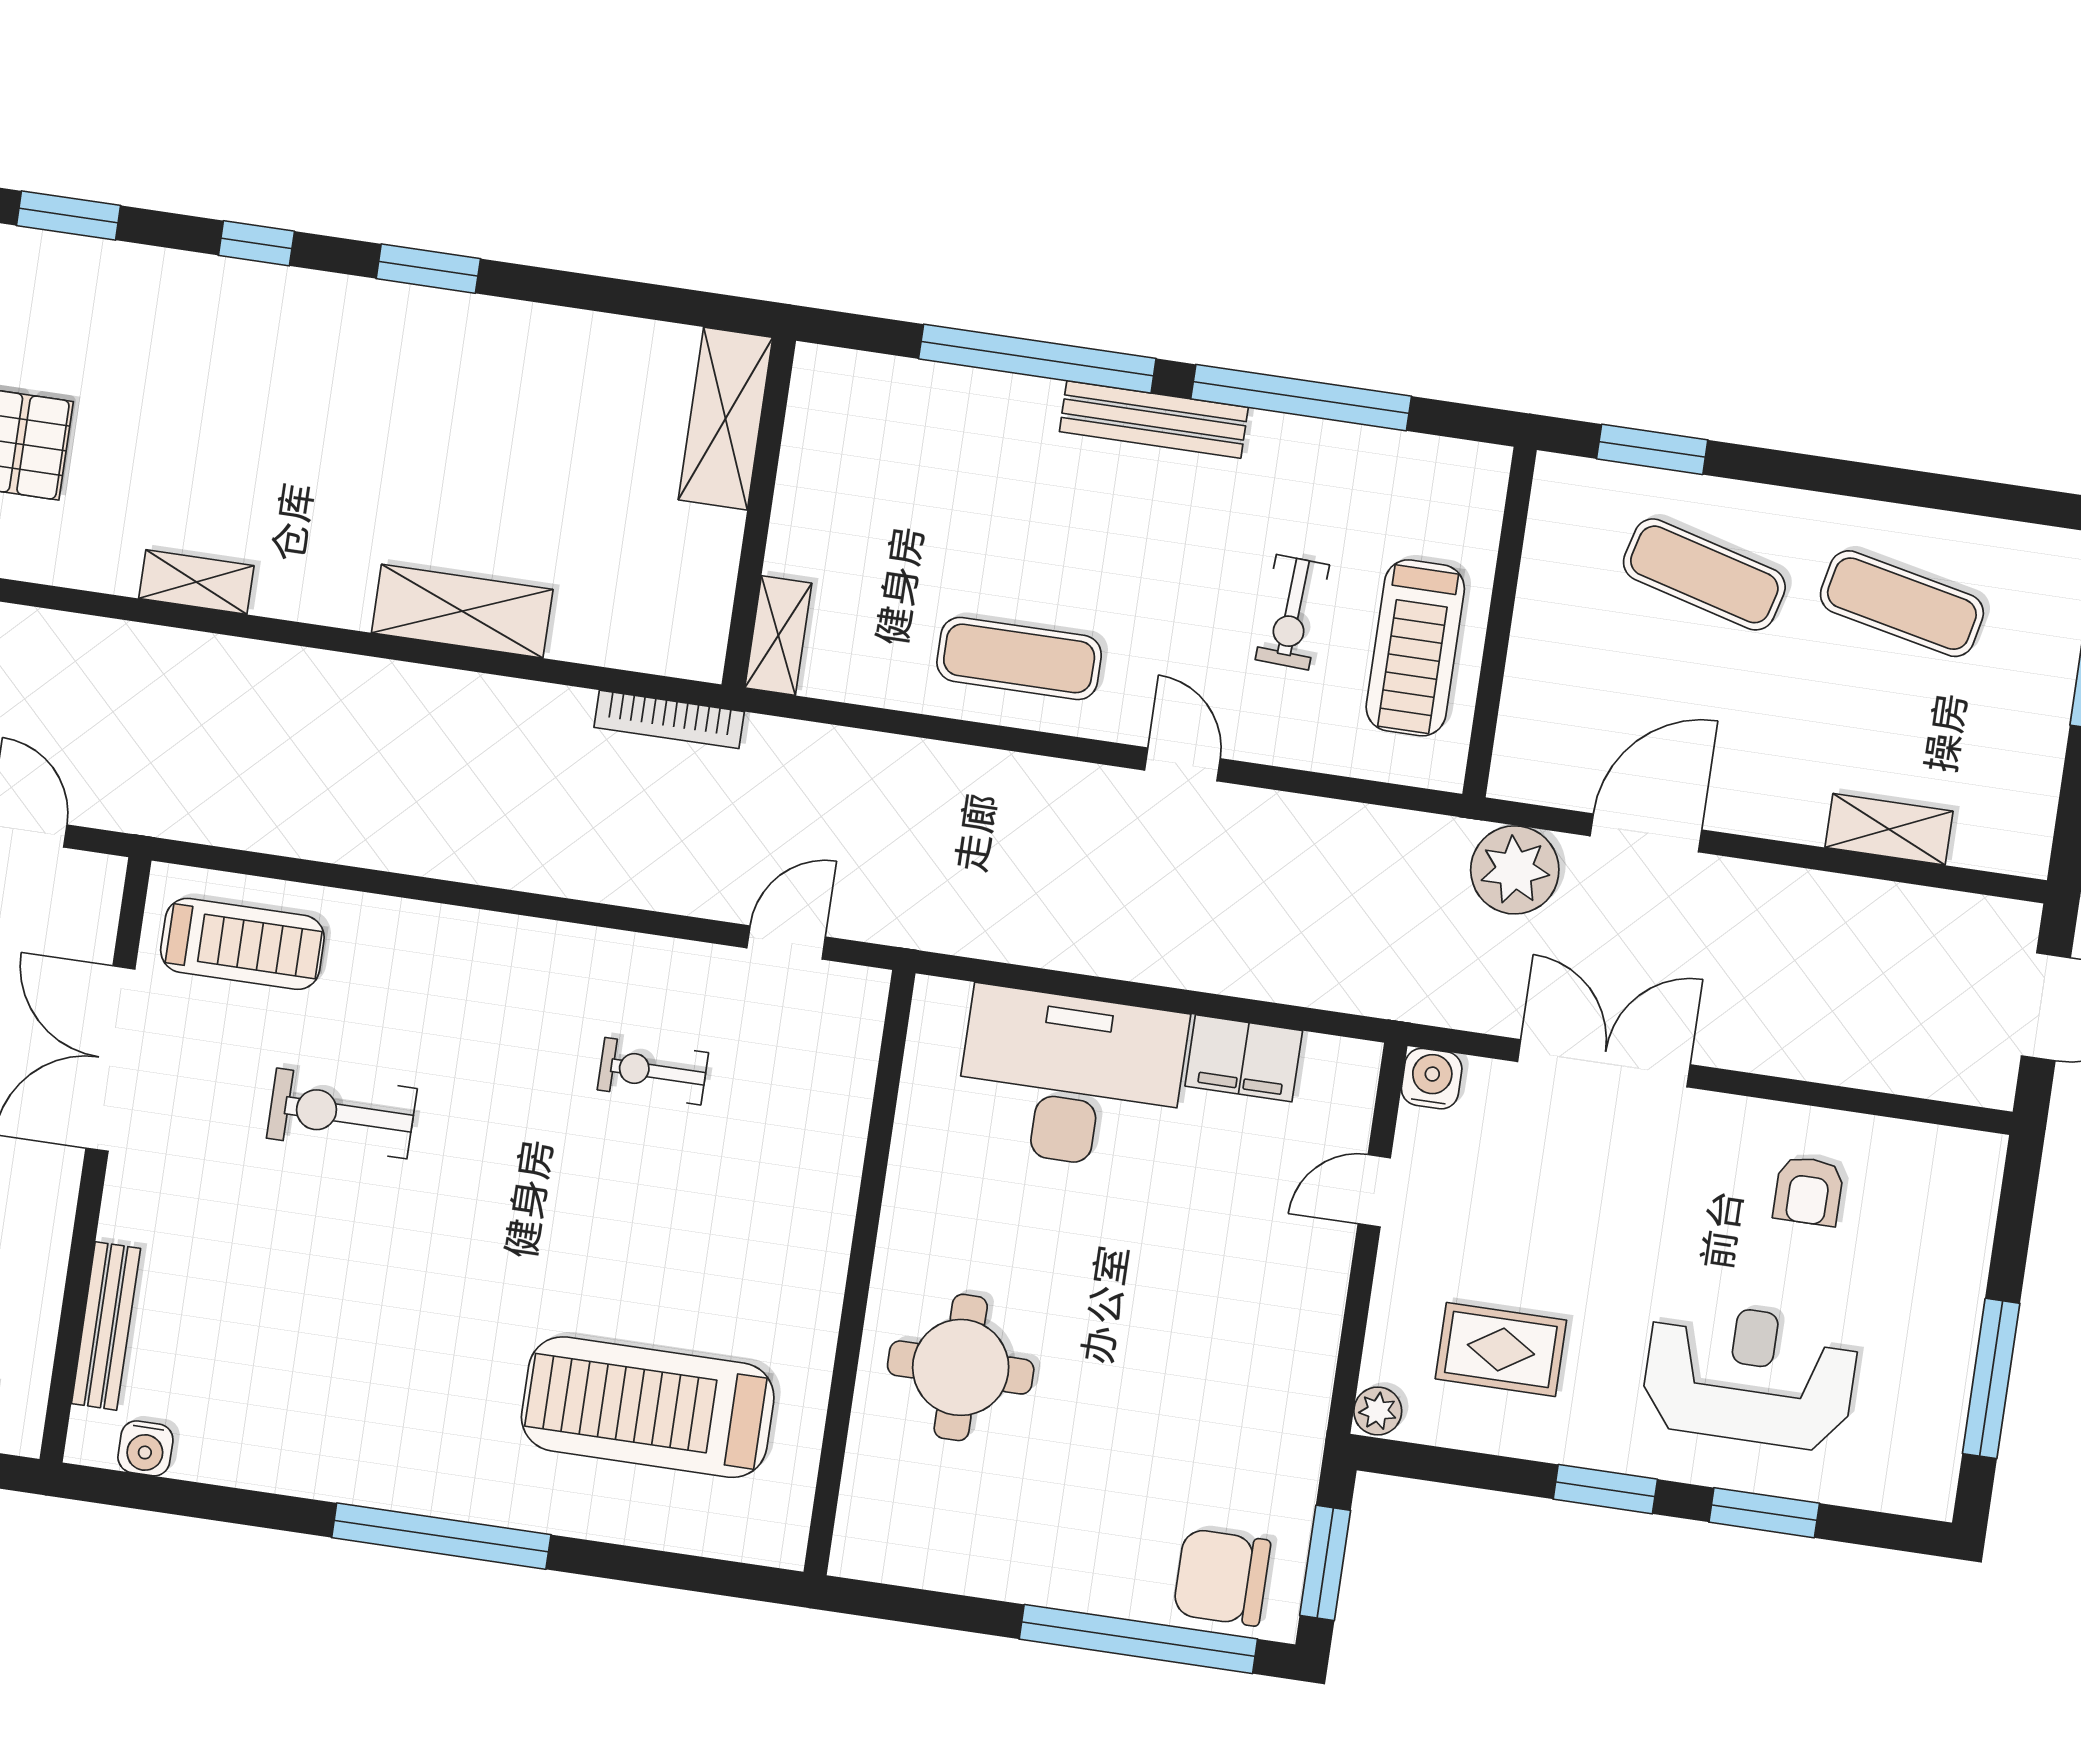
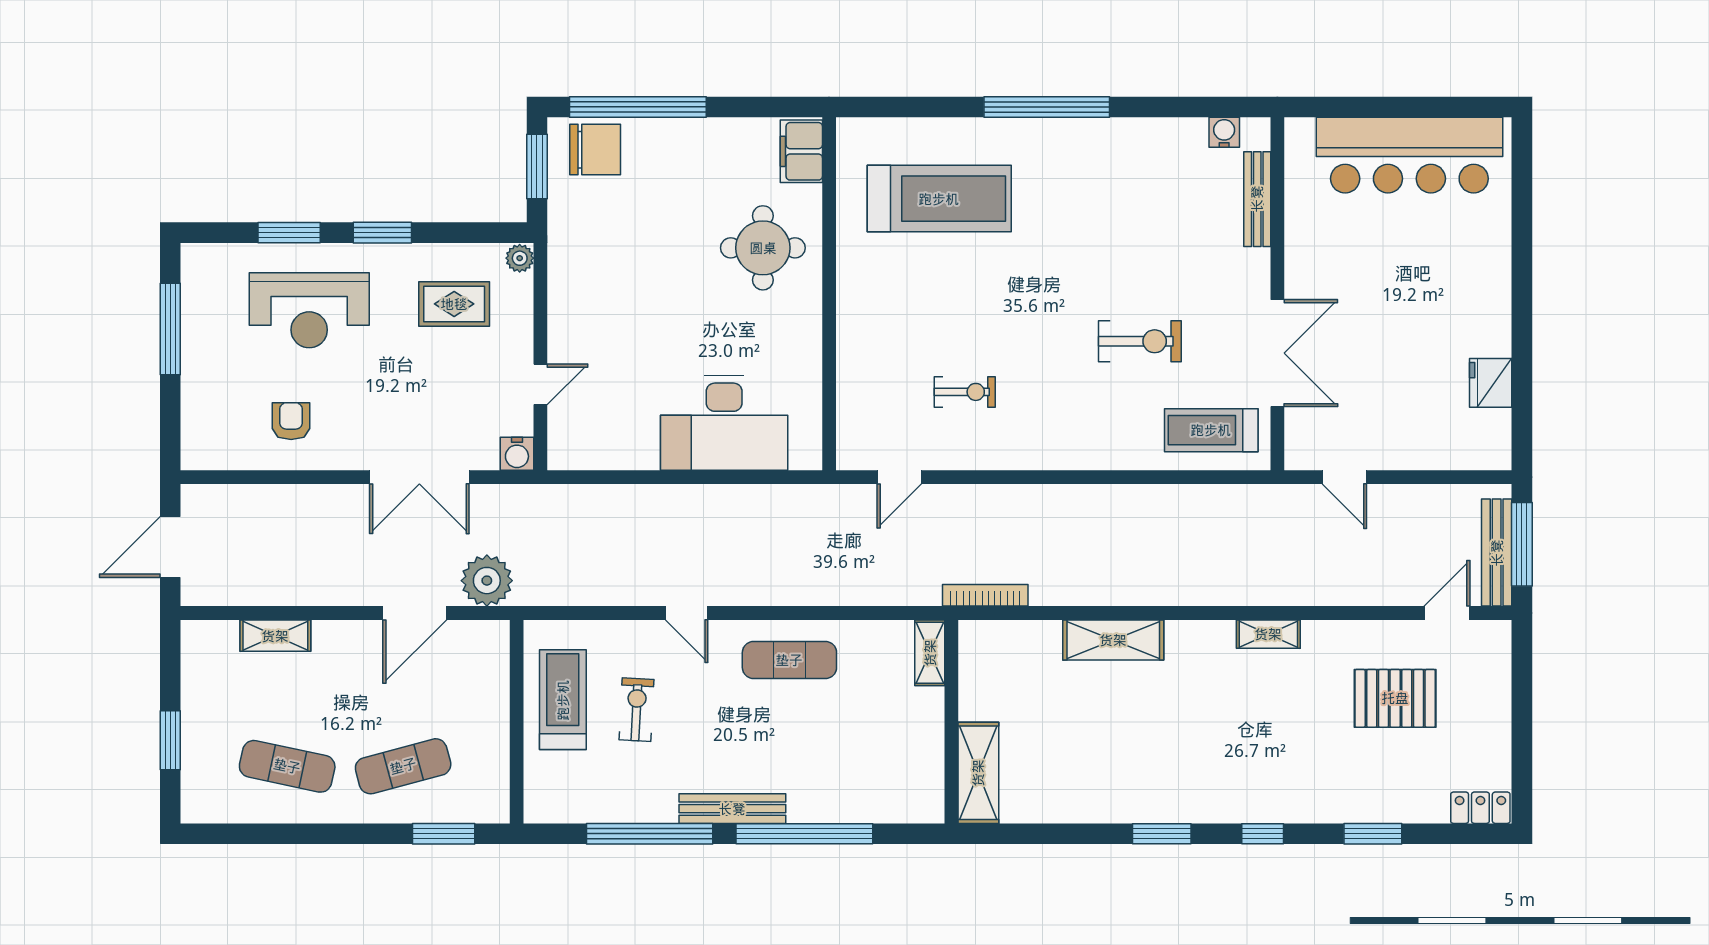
exercise mat: (1704, 574) -> (403, 766), turned -30
filing cabinet: (1244, 1058) -> (801, 151), moved, turned -90

